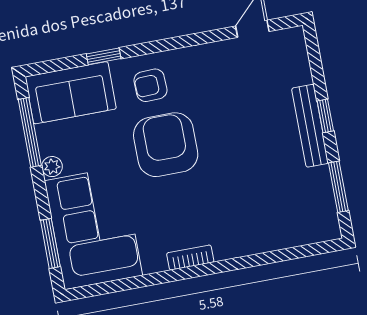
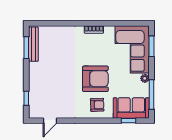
window: (104, 56) -> (129, 121), moved
window: (325, 116) -> (26, 98), moved
bench: (310, 126) -> (33, 44), moved
armchair: (166, 145) -> (95, 79), turned -90

